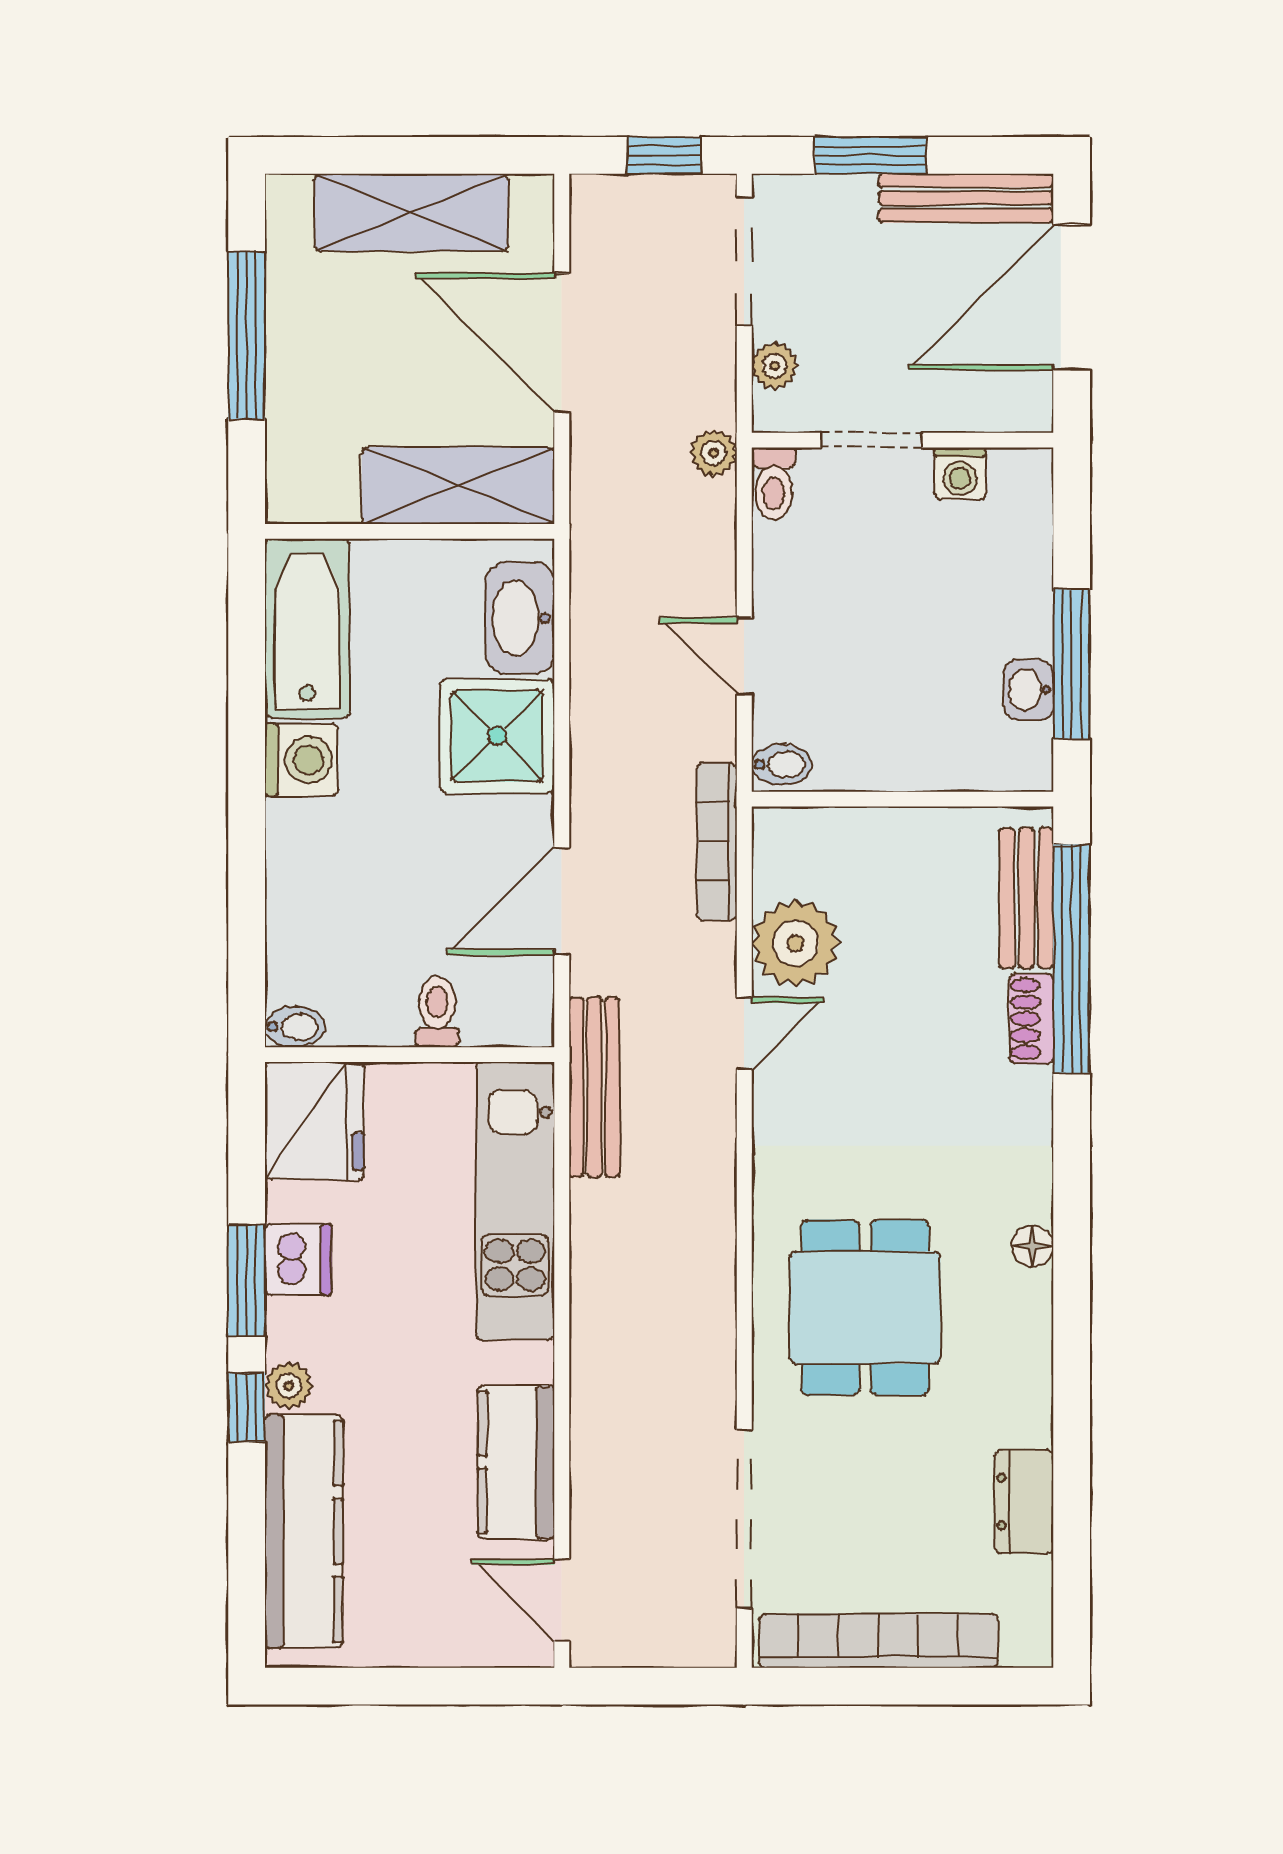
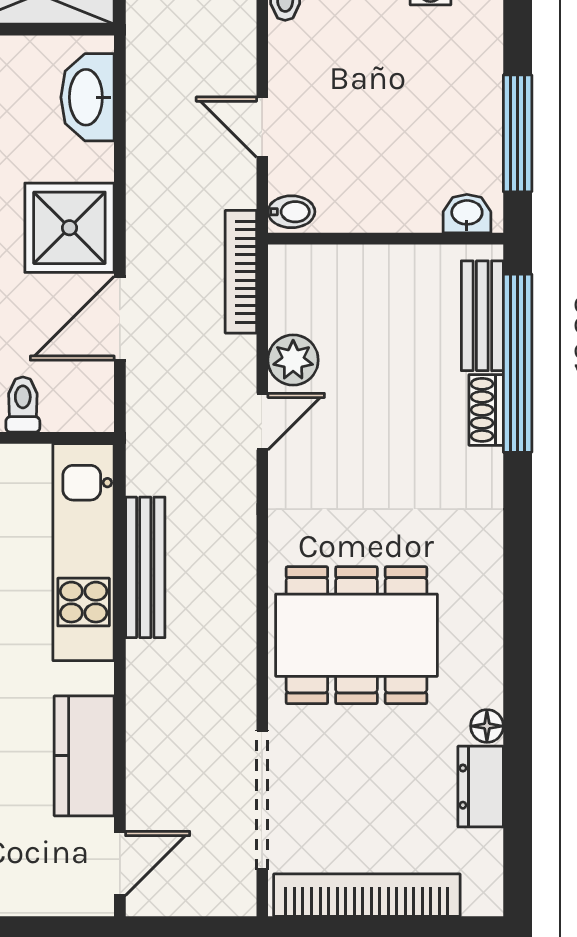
washbasin: (1029, 690) -> (467, 214), moved, turned 90
shower: (497, 736) -> (69, 228), moved
plant: (796, 943) -> (293, 360), width x0.73, depth x0.73
bench: (594, 1087) -> (145, 567), moved
floor lamp: (1032, 1246) -> (487, 726), moved
dining table: (865, 1308) -> (356, 635), width x1.38
door: (562, 1600) -> (120, 863), swing flipped

